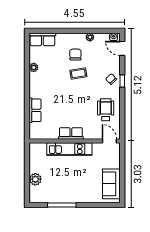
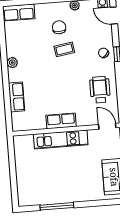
plant: (34, 67) -> (12, 63), moved
plant: (35, 179) -> (23, 178), removed

